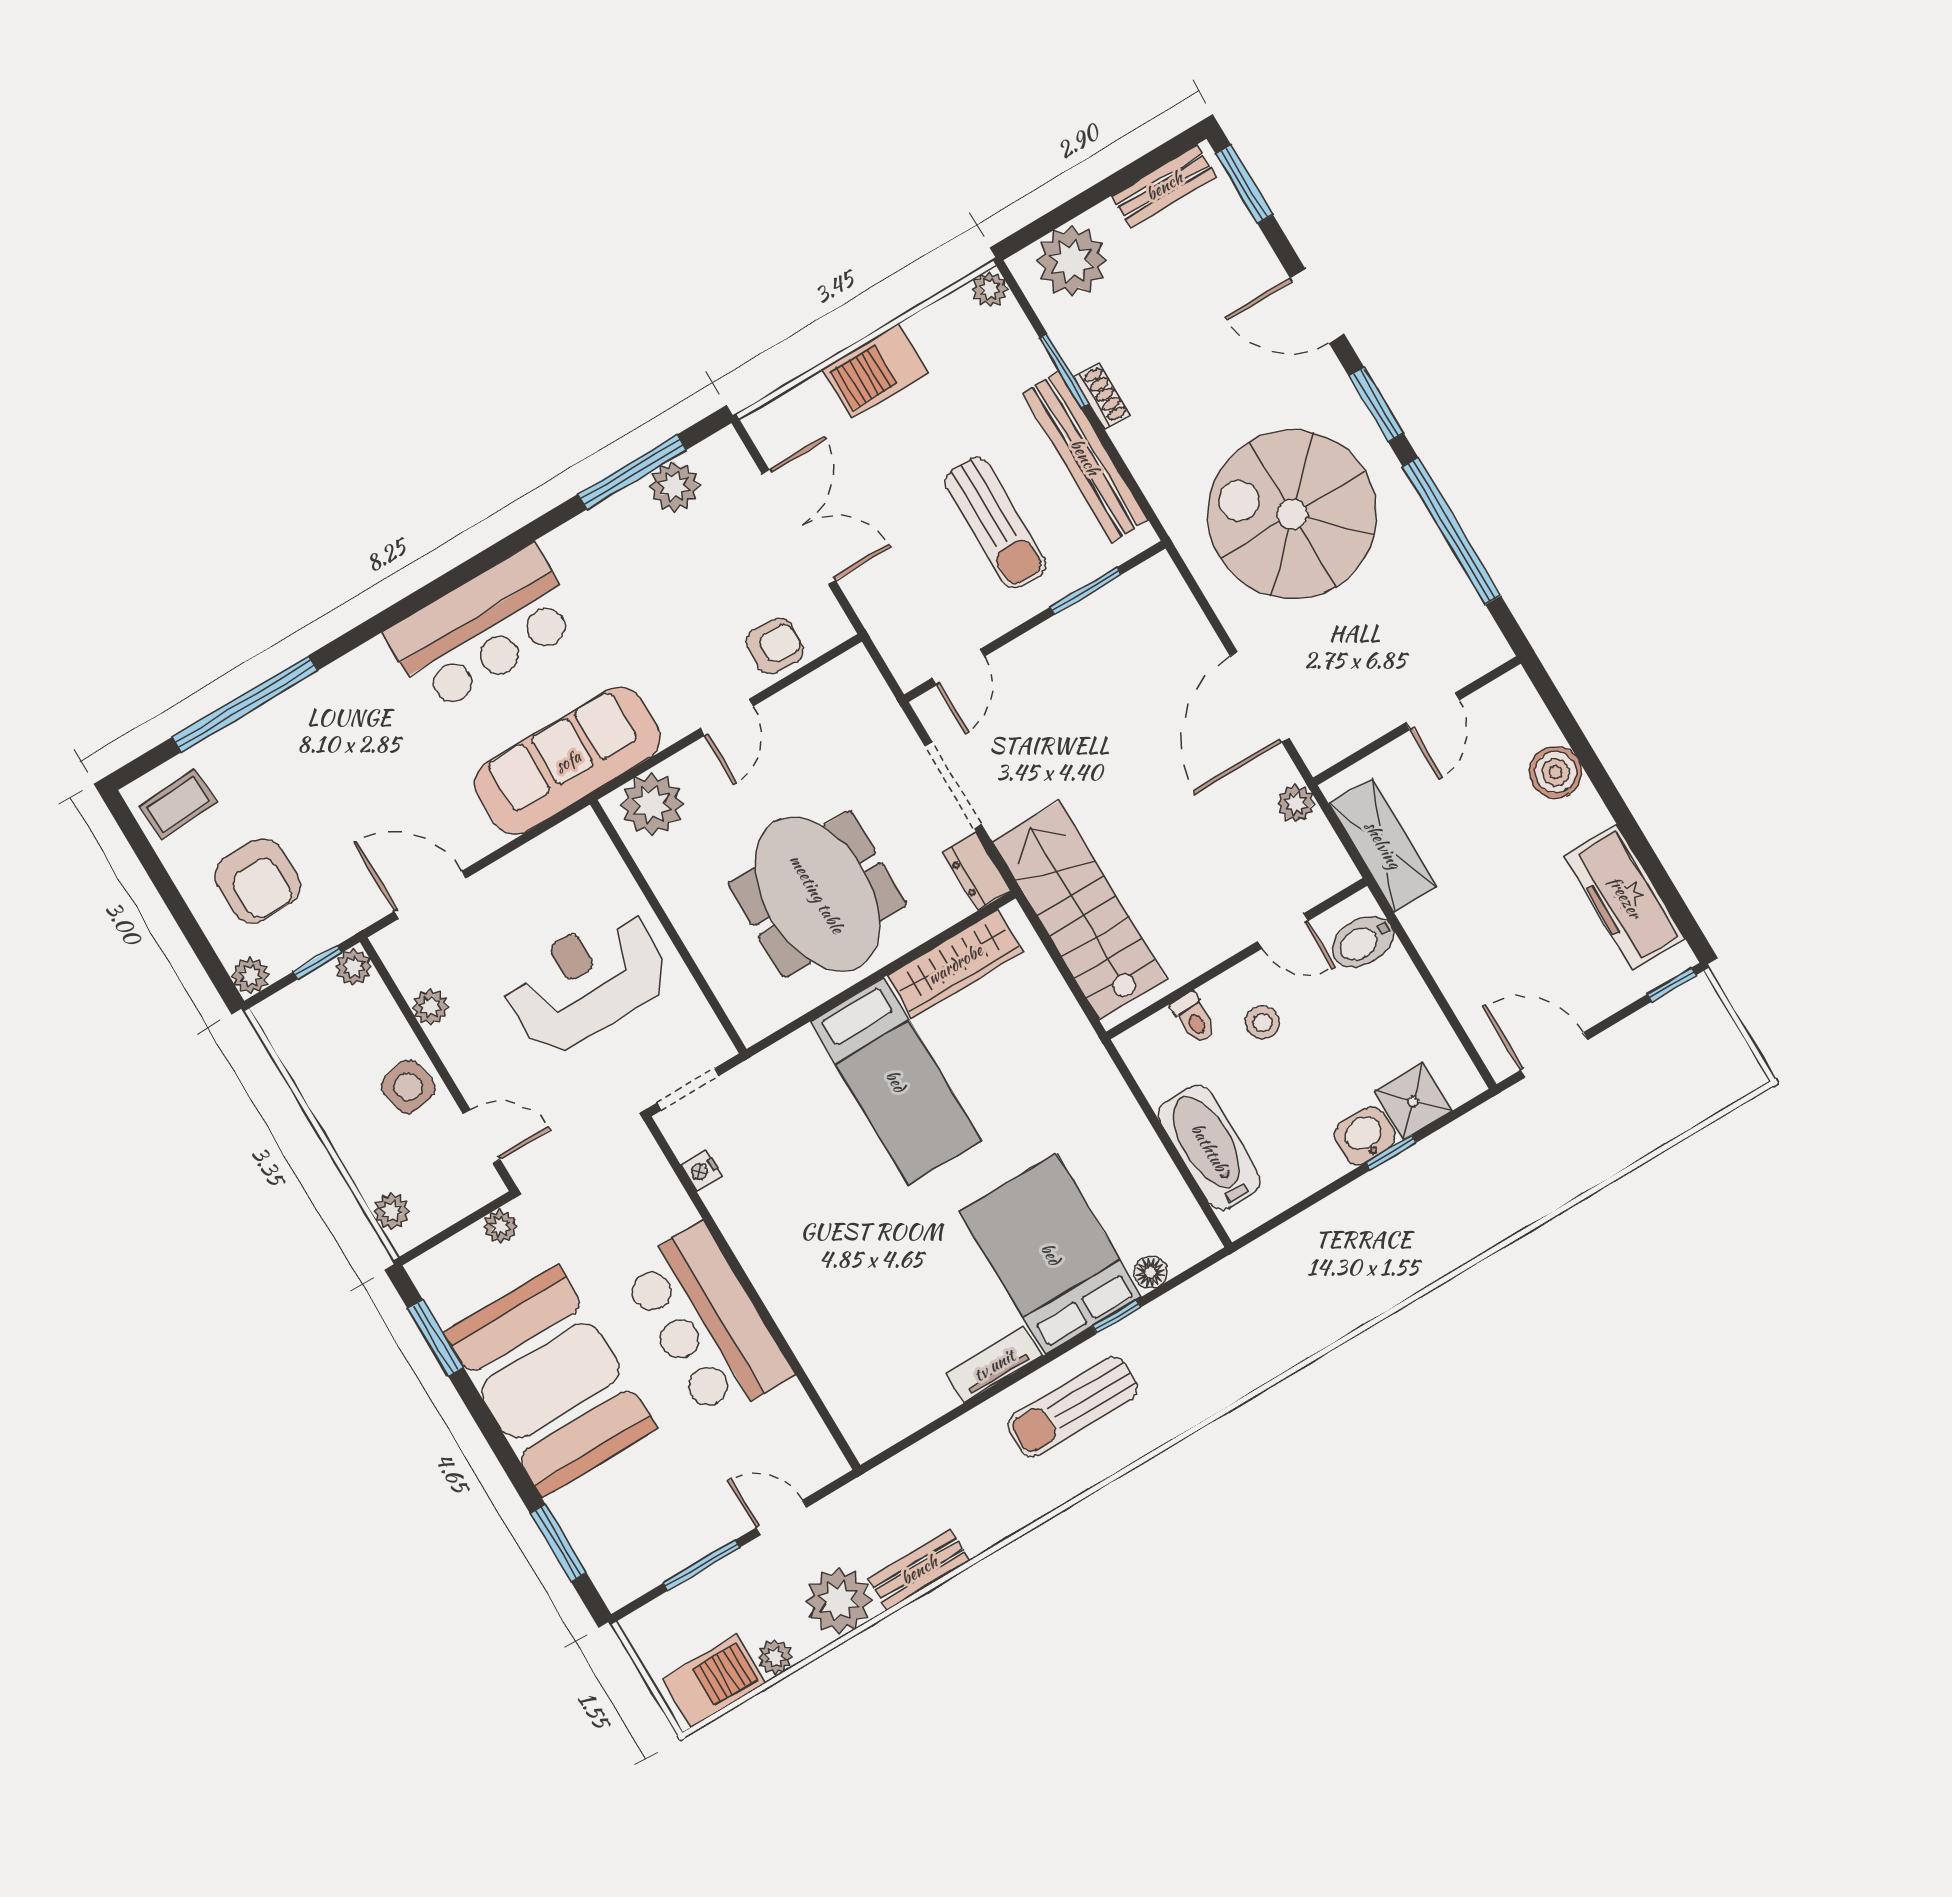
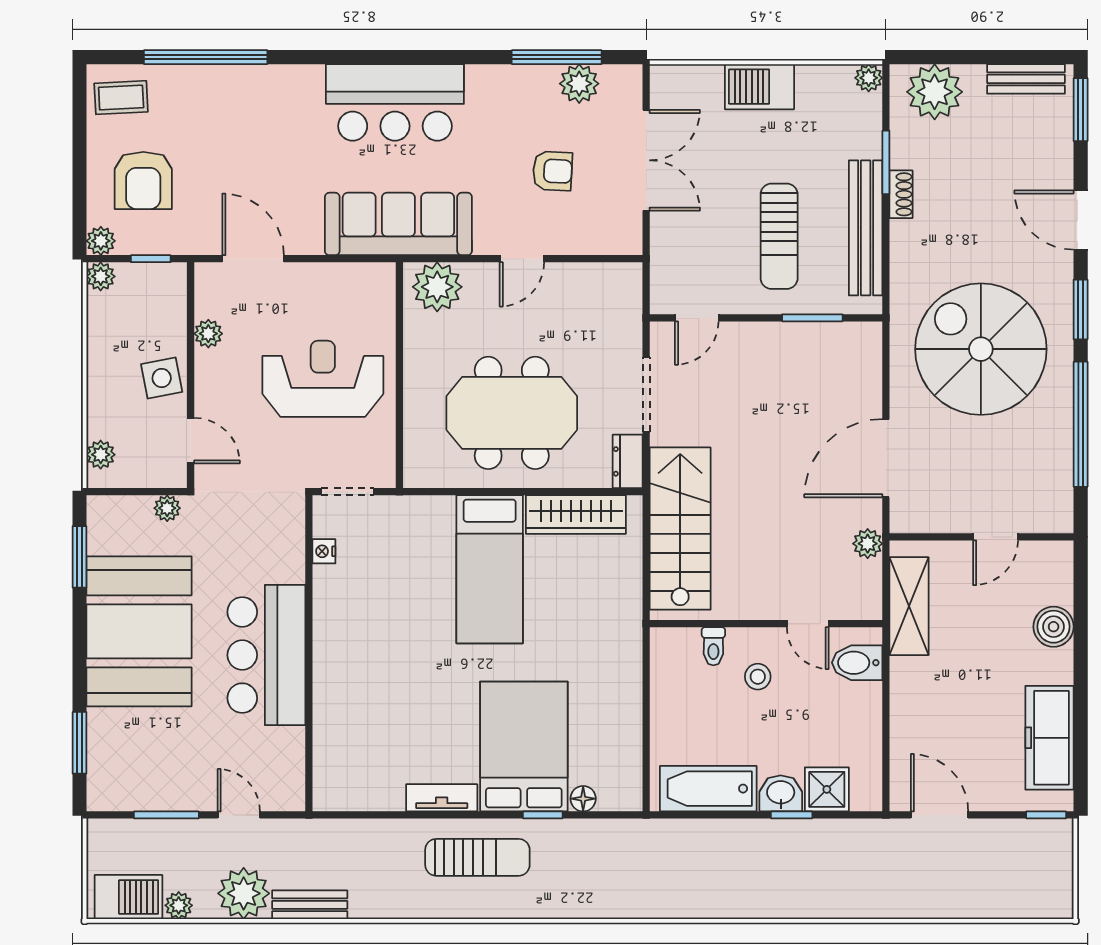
armchair: (775, 646) -> (553, 171), moved
meeting table: (817, 894) -> (512, 413), turned 90
plant: (354, 967) -> (101, 276), moved
bathtub: (1209, 1147) -> (708, 789), moved, turned -90
sun lounger: (1073, 1407) -> (477, 857), turned 180

